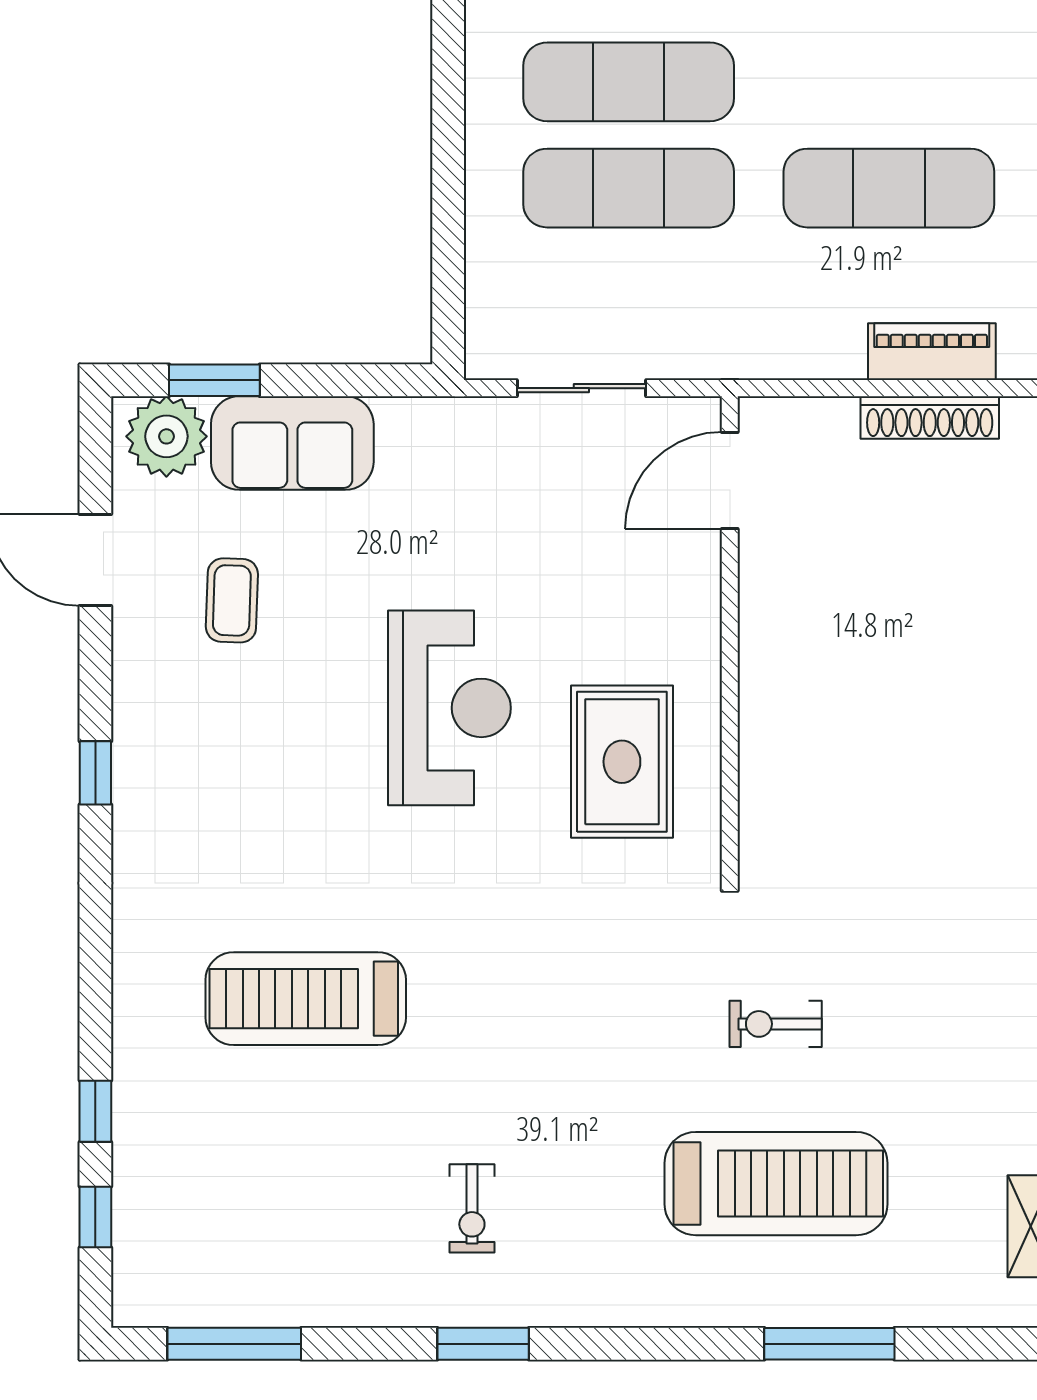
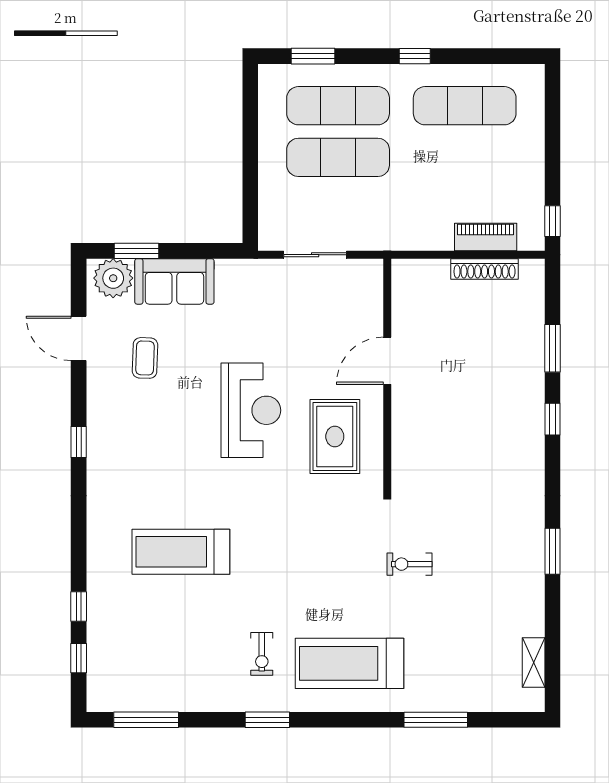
exercise mat: (889, 188) -> (465, 106), moved
door: (730, 480) -> (387, 361), moved
treadmill: (776, 1184) -> (350, 663), moved, turned 180

